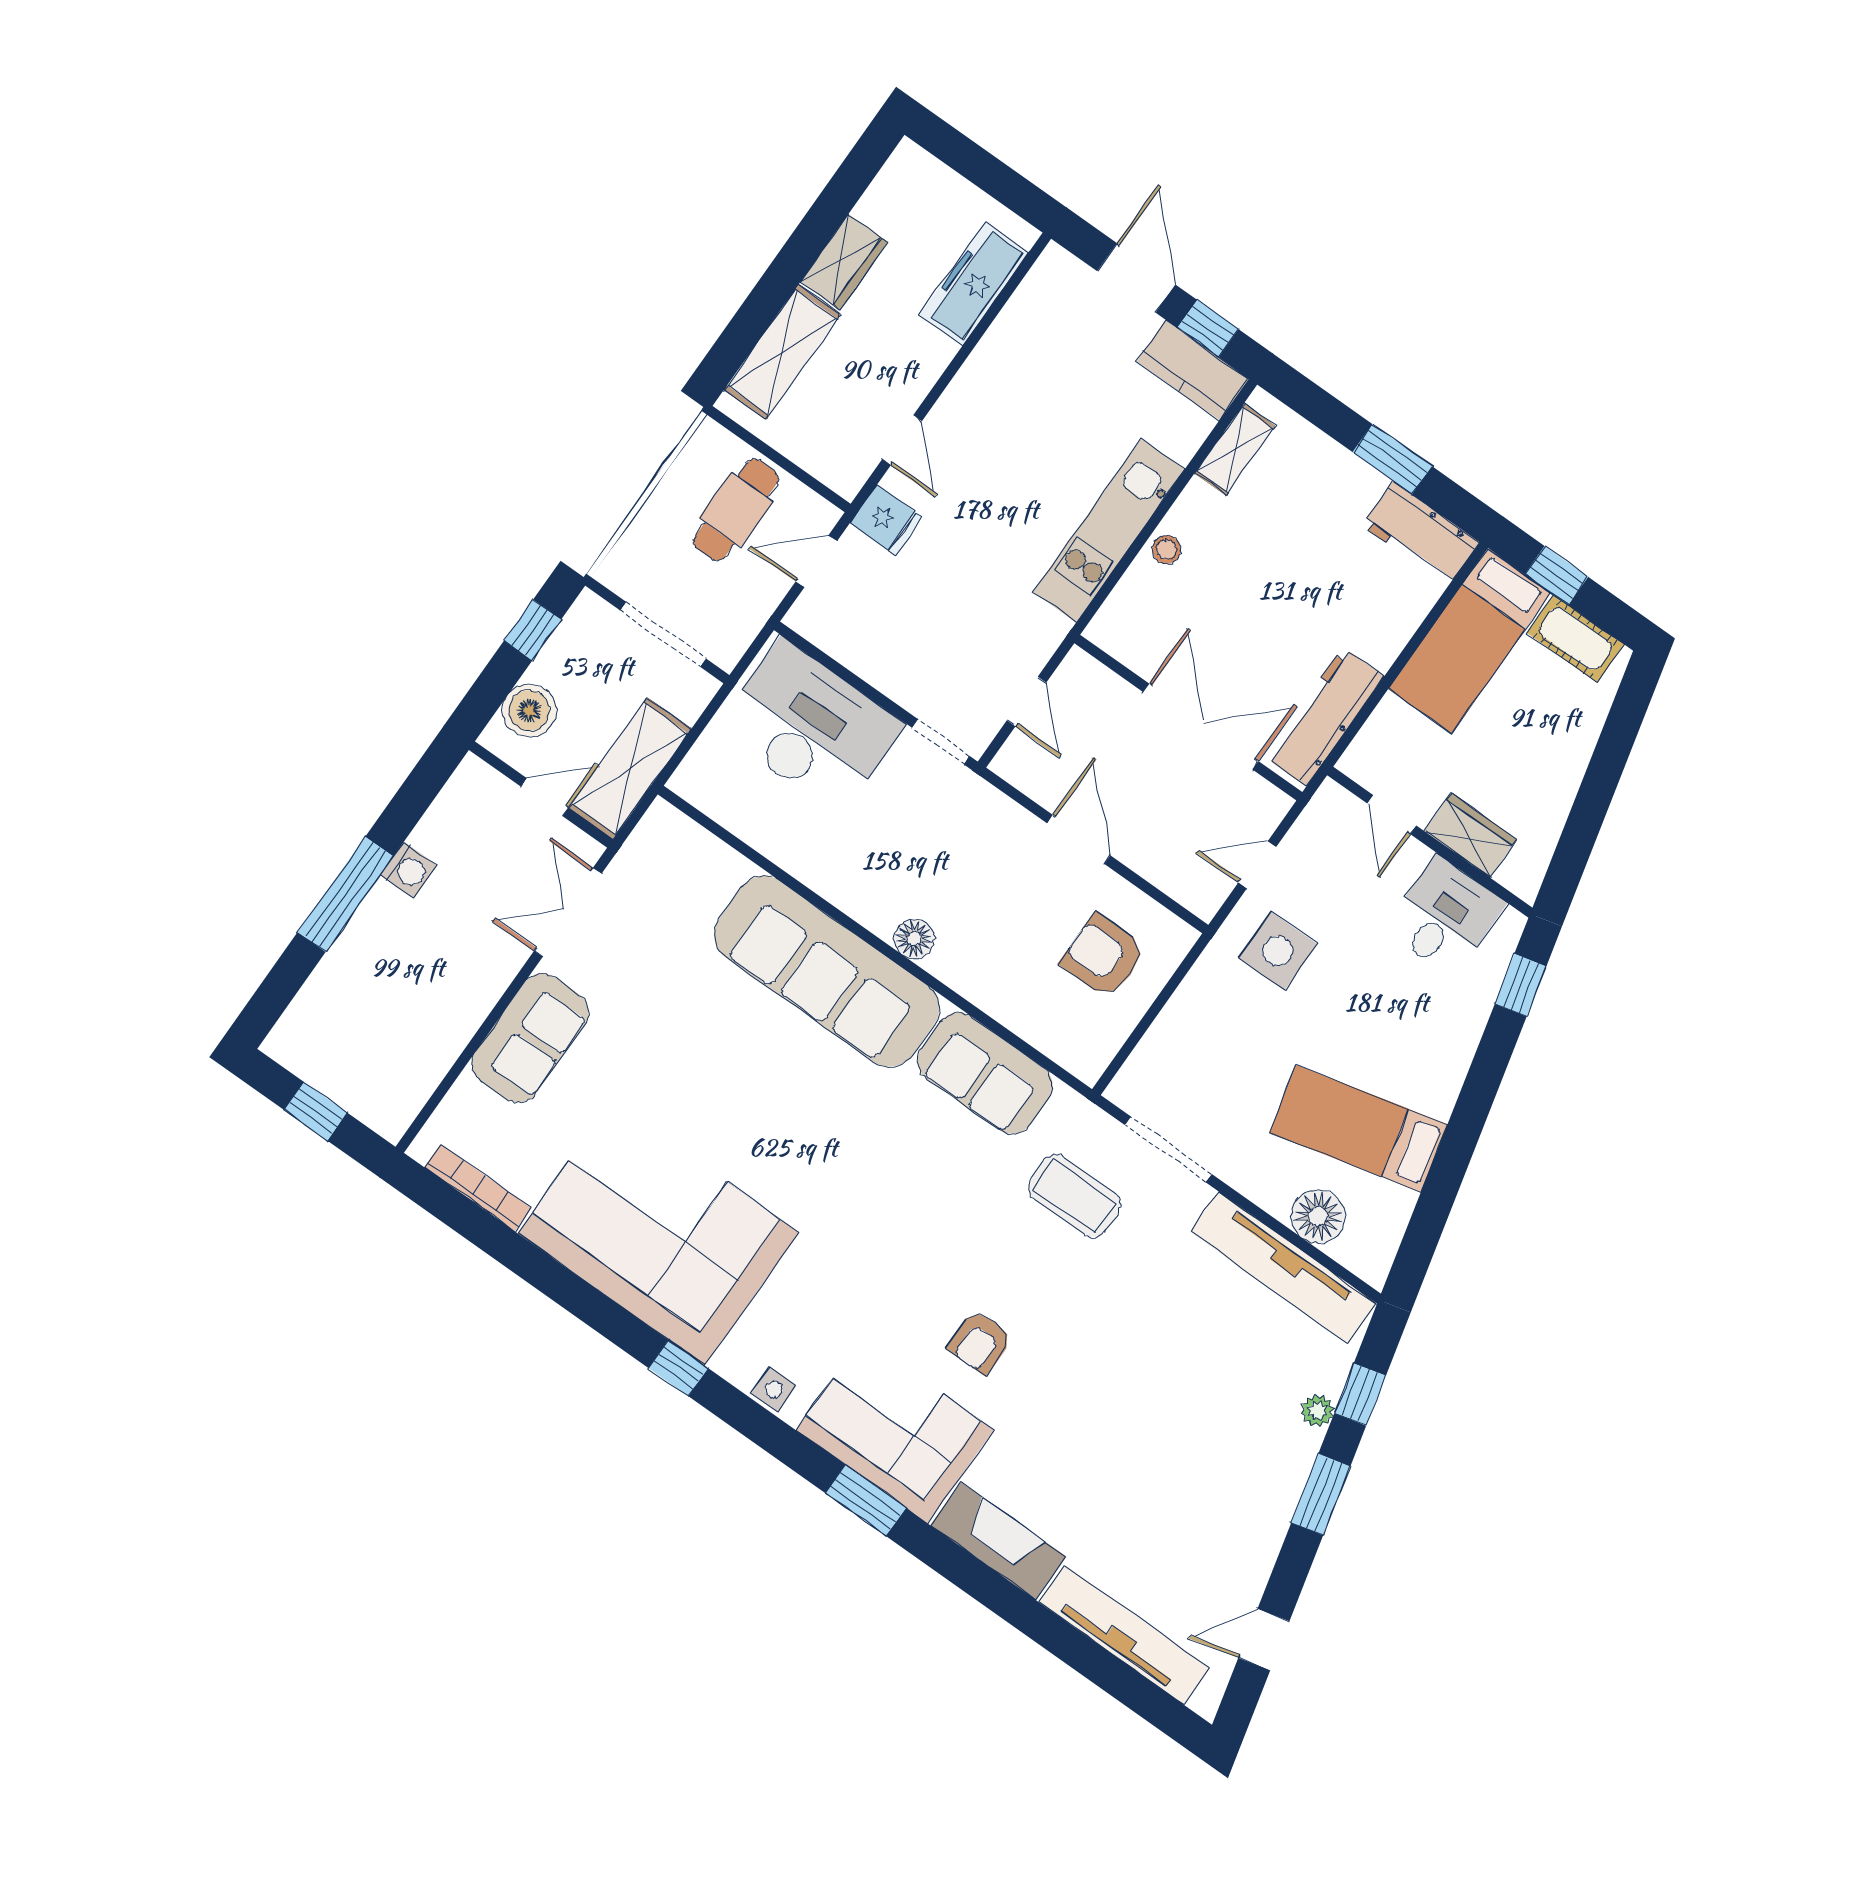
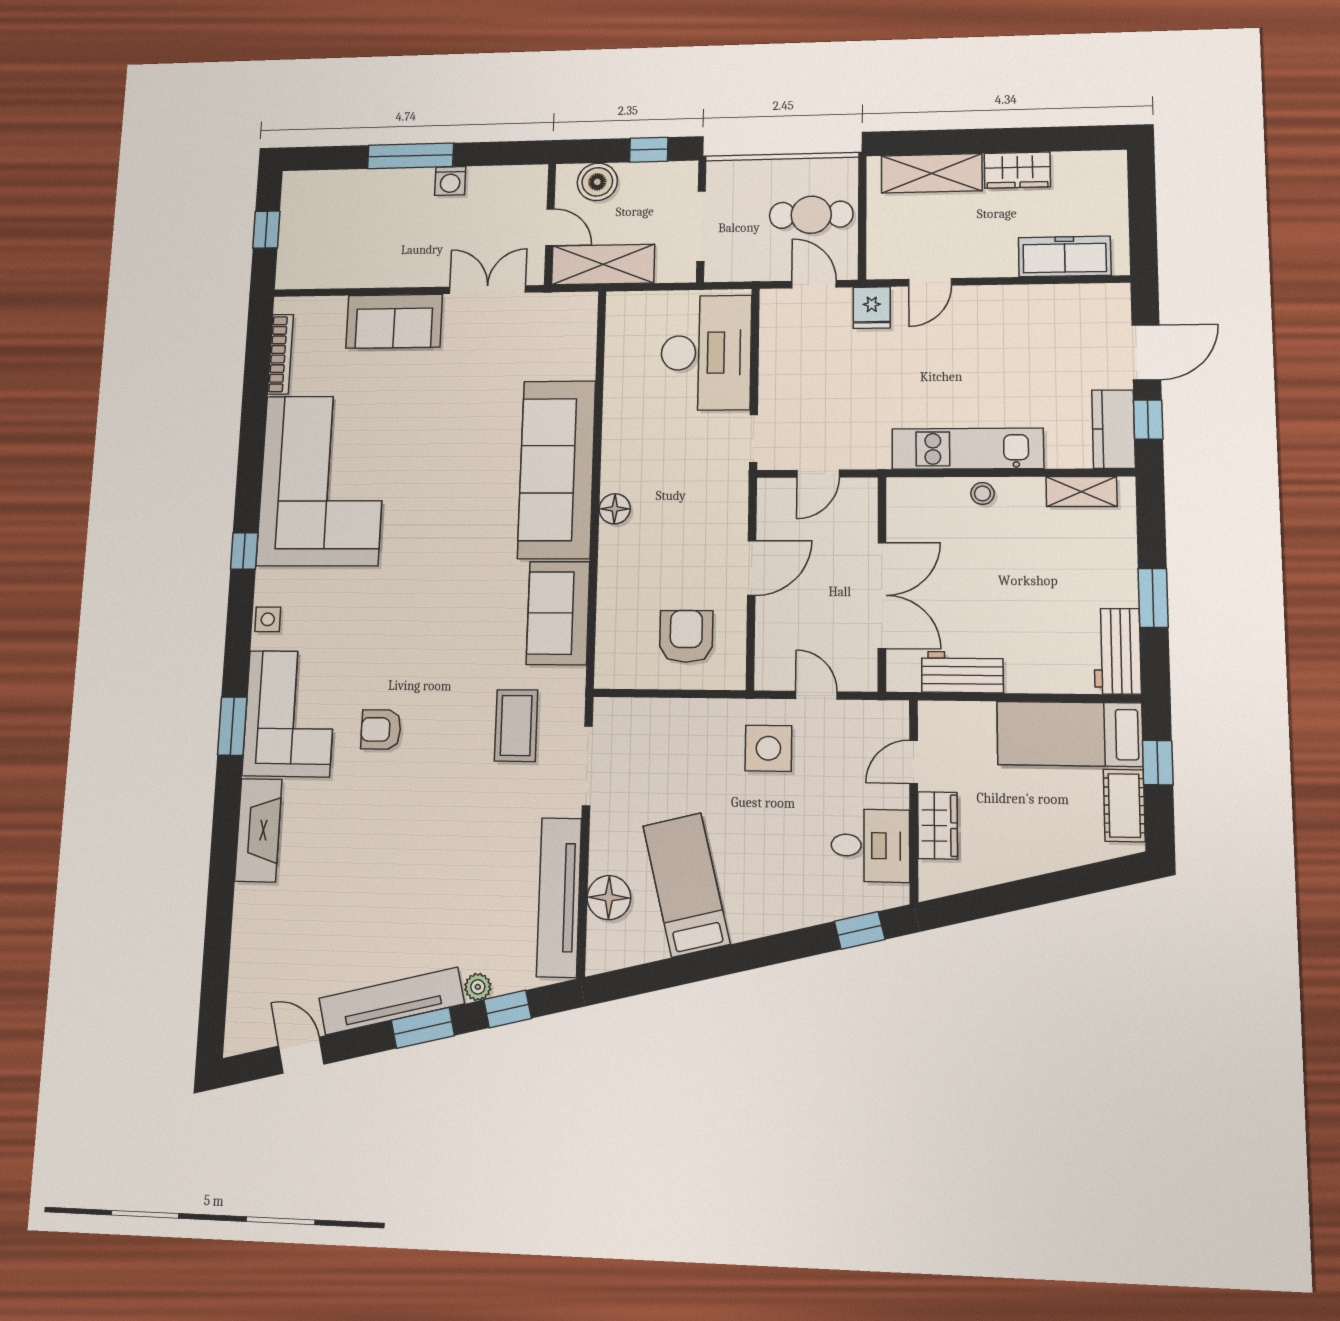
workbench: (1325, 717) -> (962, 672), width x0.73
tv unit: (1124, 1635) -> (392, 1001), moved, turned -104

